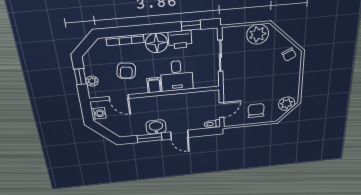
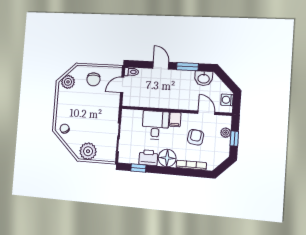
washbasin: (156, 127) -> (204, 78), moved

